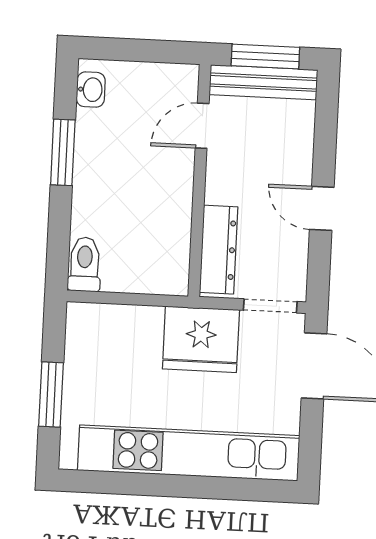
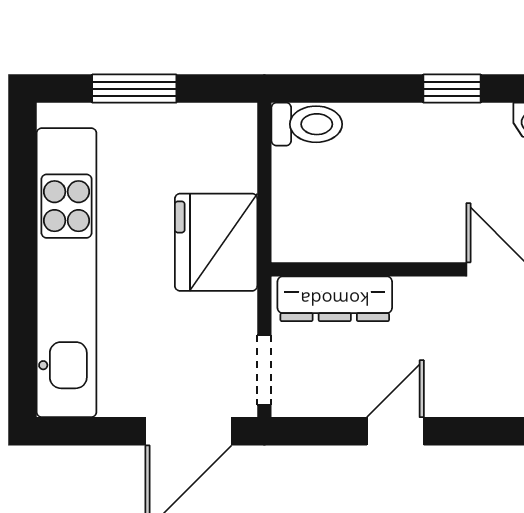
window: (63, 152) -> (452, 89), width x0.67
fridge: (201, 339) -> (216, 242), moved

